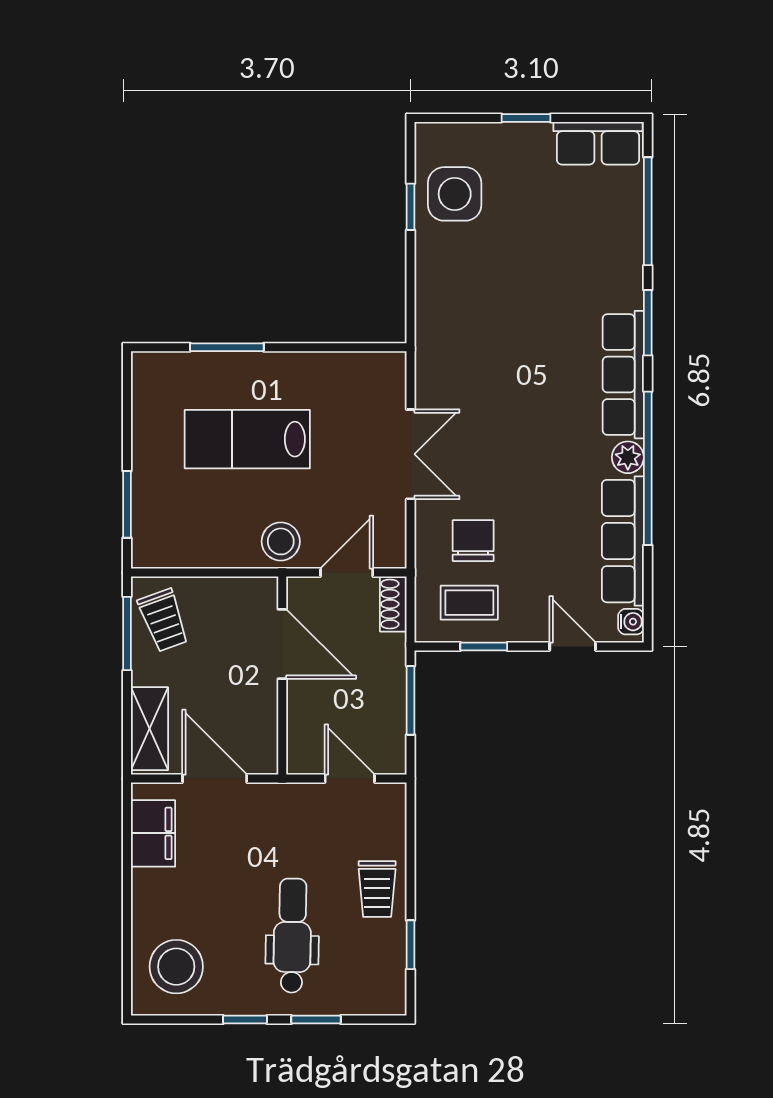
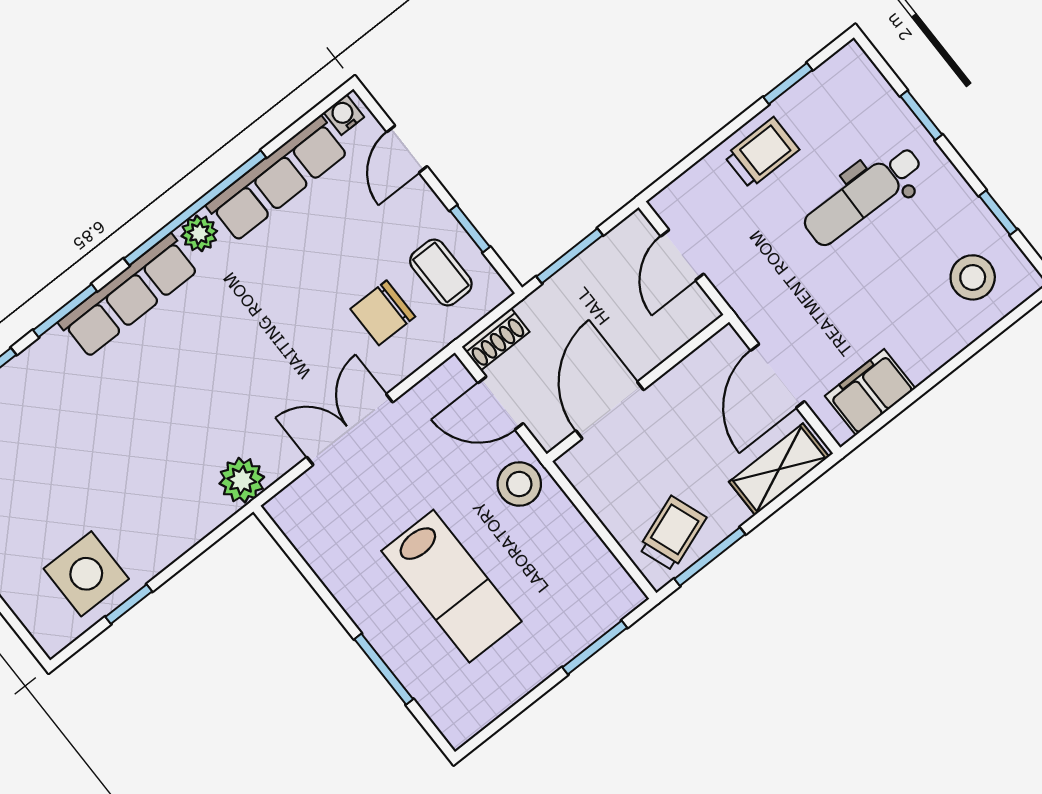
plant: (434, 352) -> (242, 480), added
stool: (176, 967) -> (973, 277), width x0.73, depth x0.73
window: (245, 1019) -> (998, 213), moved

